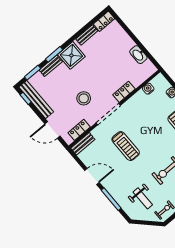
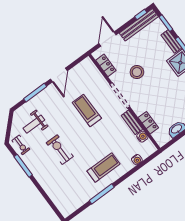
locker: (124, 92) -> (148, 123), moved
bench: (83, 144) -> (132, 122), moved
treadmill: (126, 146) -> (87, 110), turned 90

